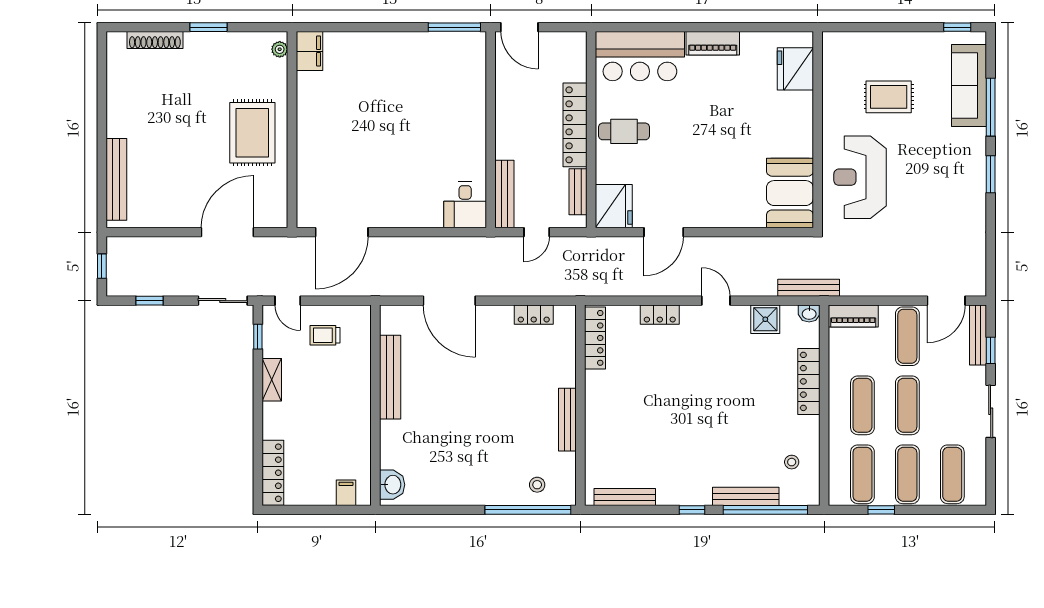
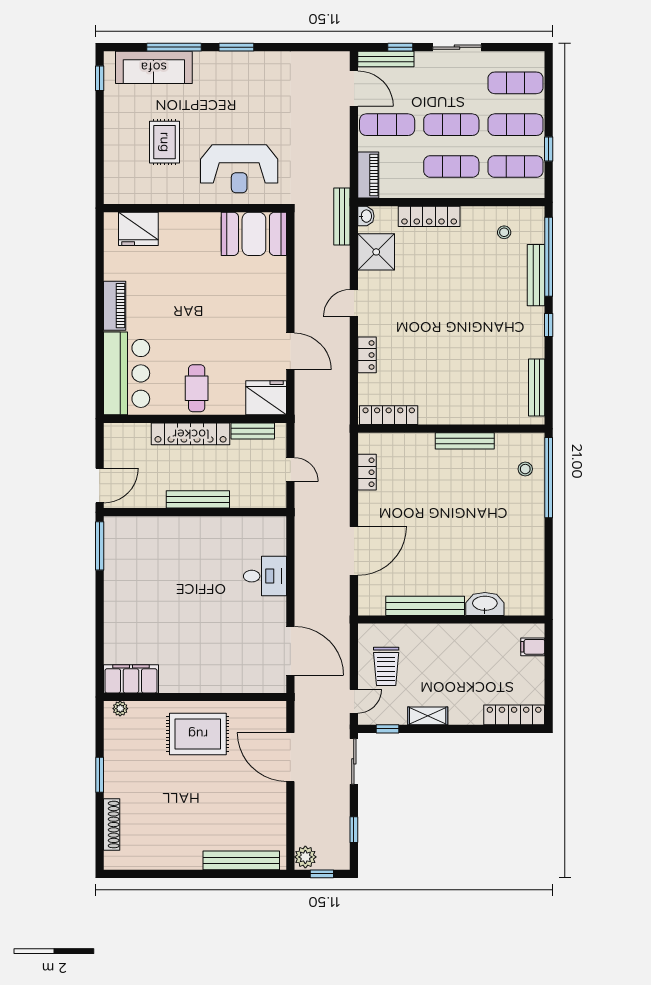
filing cabinet: (309, 51) -> (131, 679), width x1.50, depth x1.17
bench: (504, 194) -> (198, 499), moved
desk: (465, 205) -> (265, 576), moved
plant: (120, 248) -> (305, 857), added
shower: (765, 319) -> (376, 252), width x1.36, depth x1.36
trolley: (325, 335) -> (386, 666), width x1.36, depth x1.39
washbasin: (392, 485) -> (485, 604), moved, width x1.38

